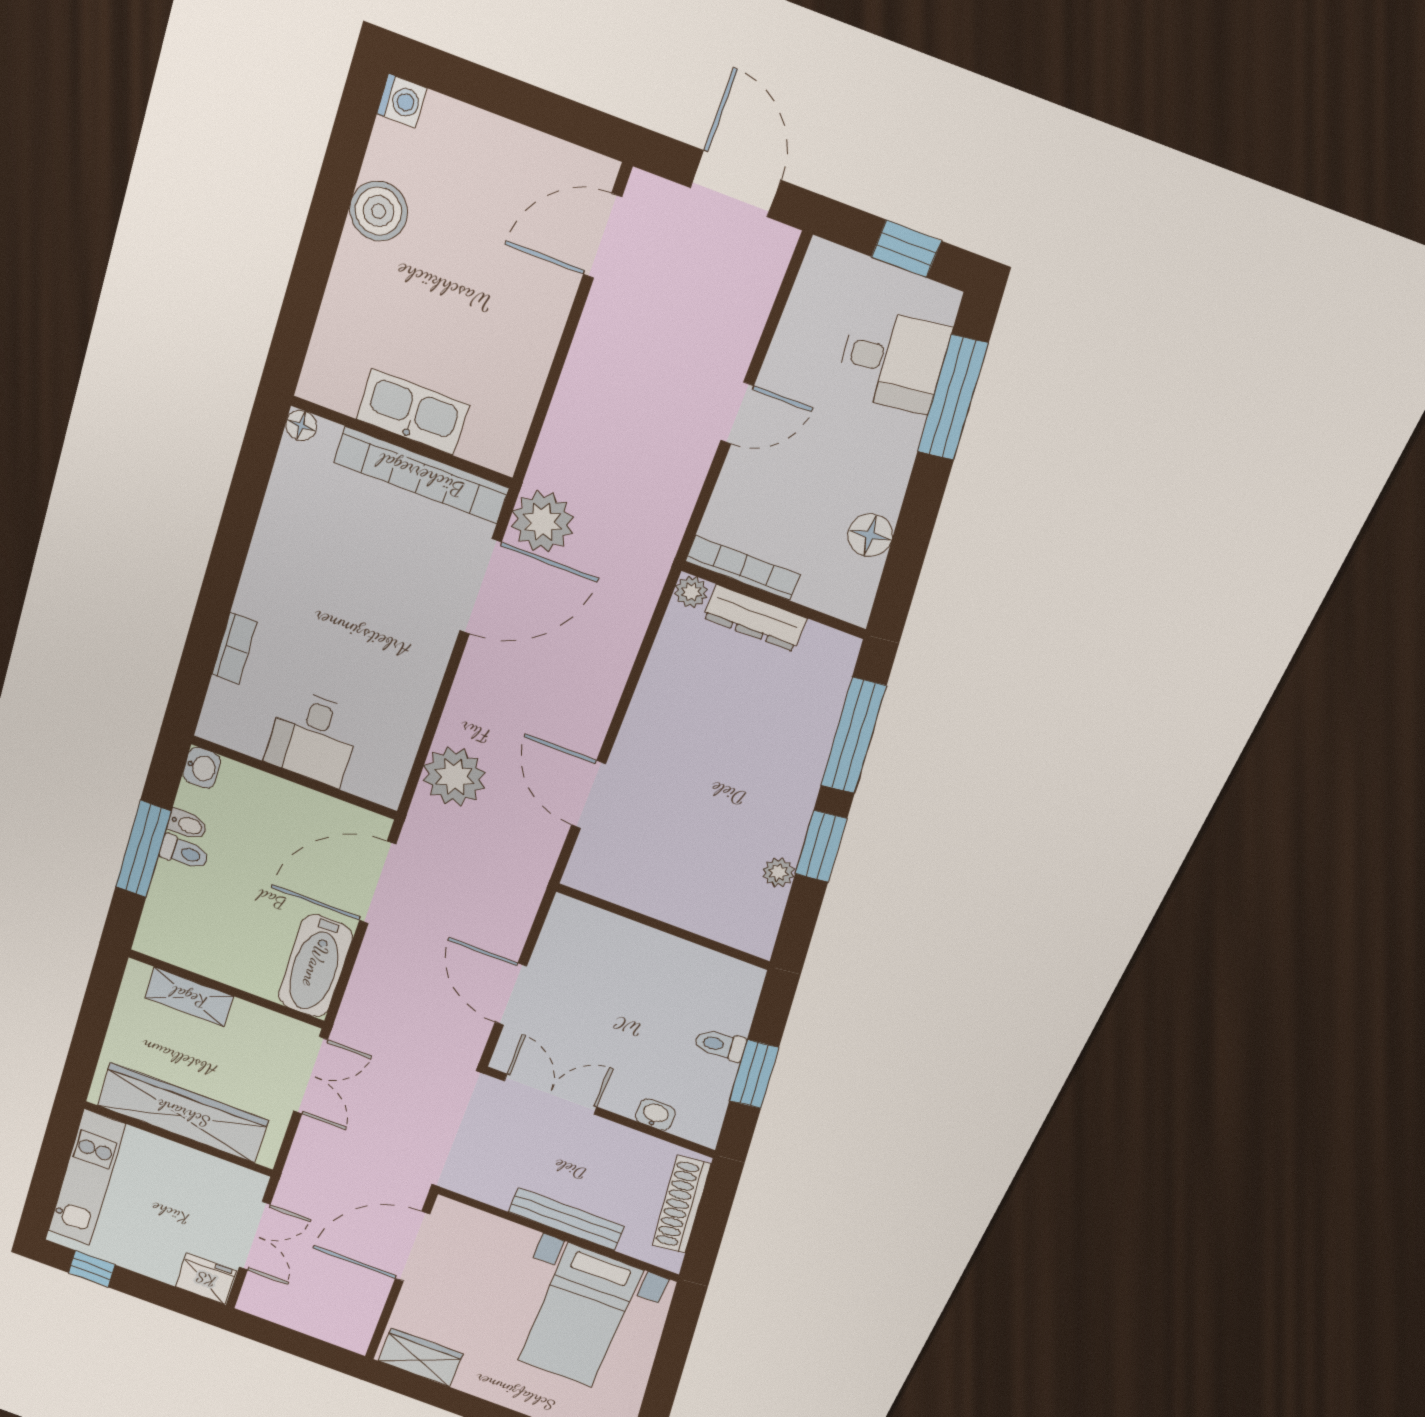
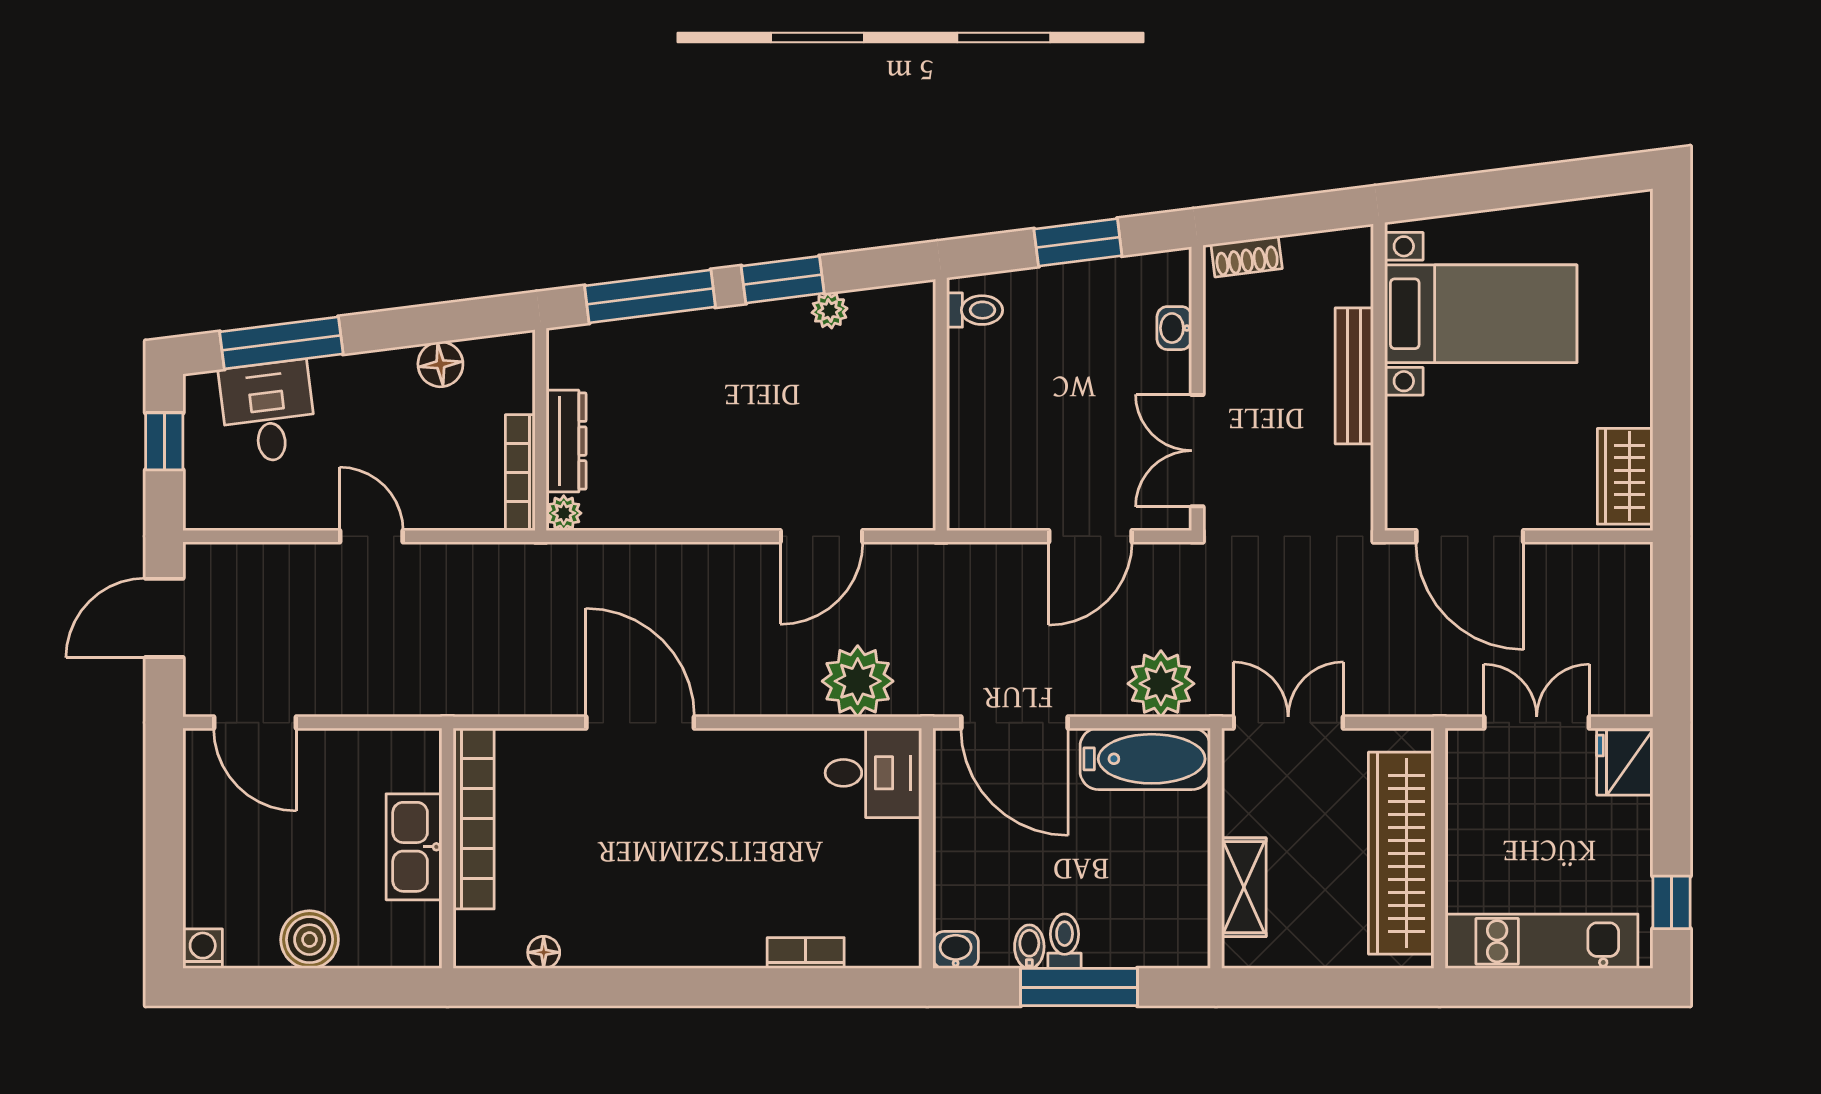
kitchen sink: (413, 412) -> (414, 847), moved
wall: (402, 442) -> (447, 848), moved
bookcase: (421, 475) -> (474, 819), moved
plant: (543, 522) -> (1161, 684), moved
desk: (313, 738) -> (873, 773), moved
toilet: (720, 1045) -> (975, 310), moved, turned -83
shoe rack: (681, 1205) -> (1247, 256), width x0.51, depth x0.81

